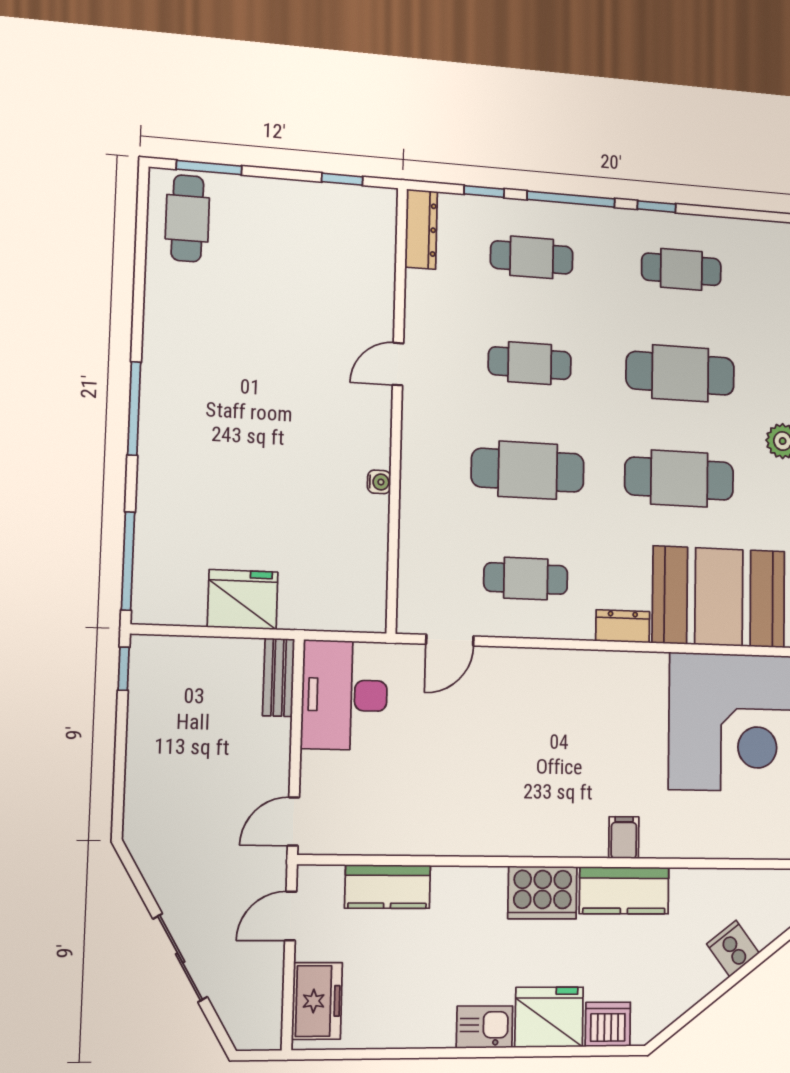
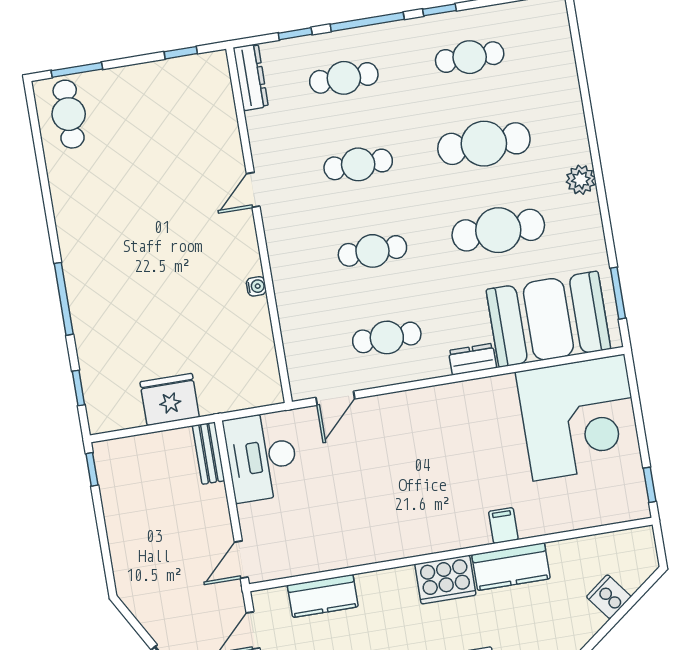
window: (134, 408) -> (64, 299), moved
cafe table: (528, 470) -> (372, 251), width x0.73, depth x0.74
window: (128, 561) -> (78, 388), width x0.46

